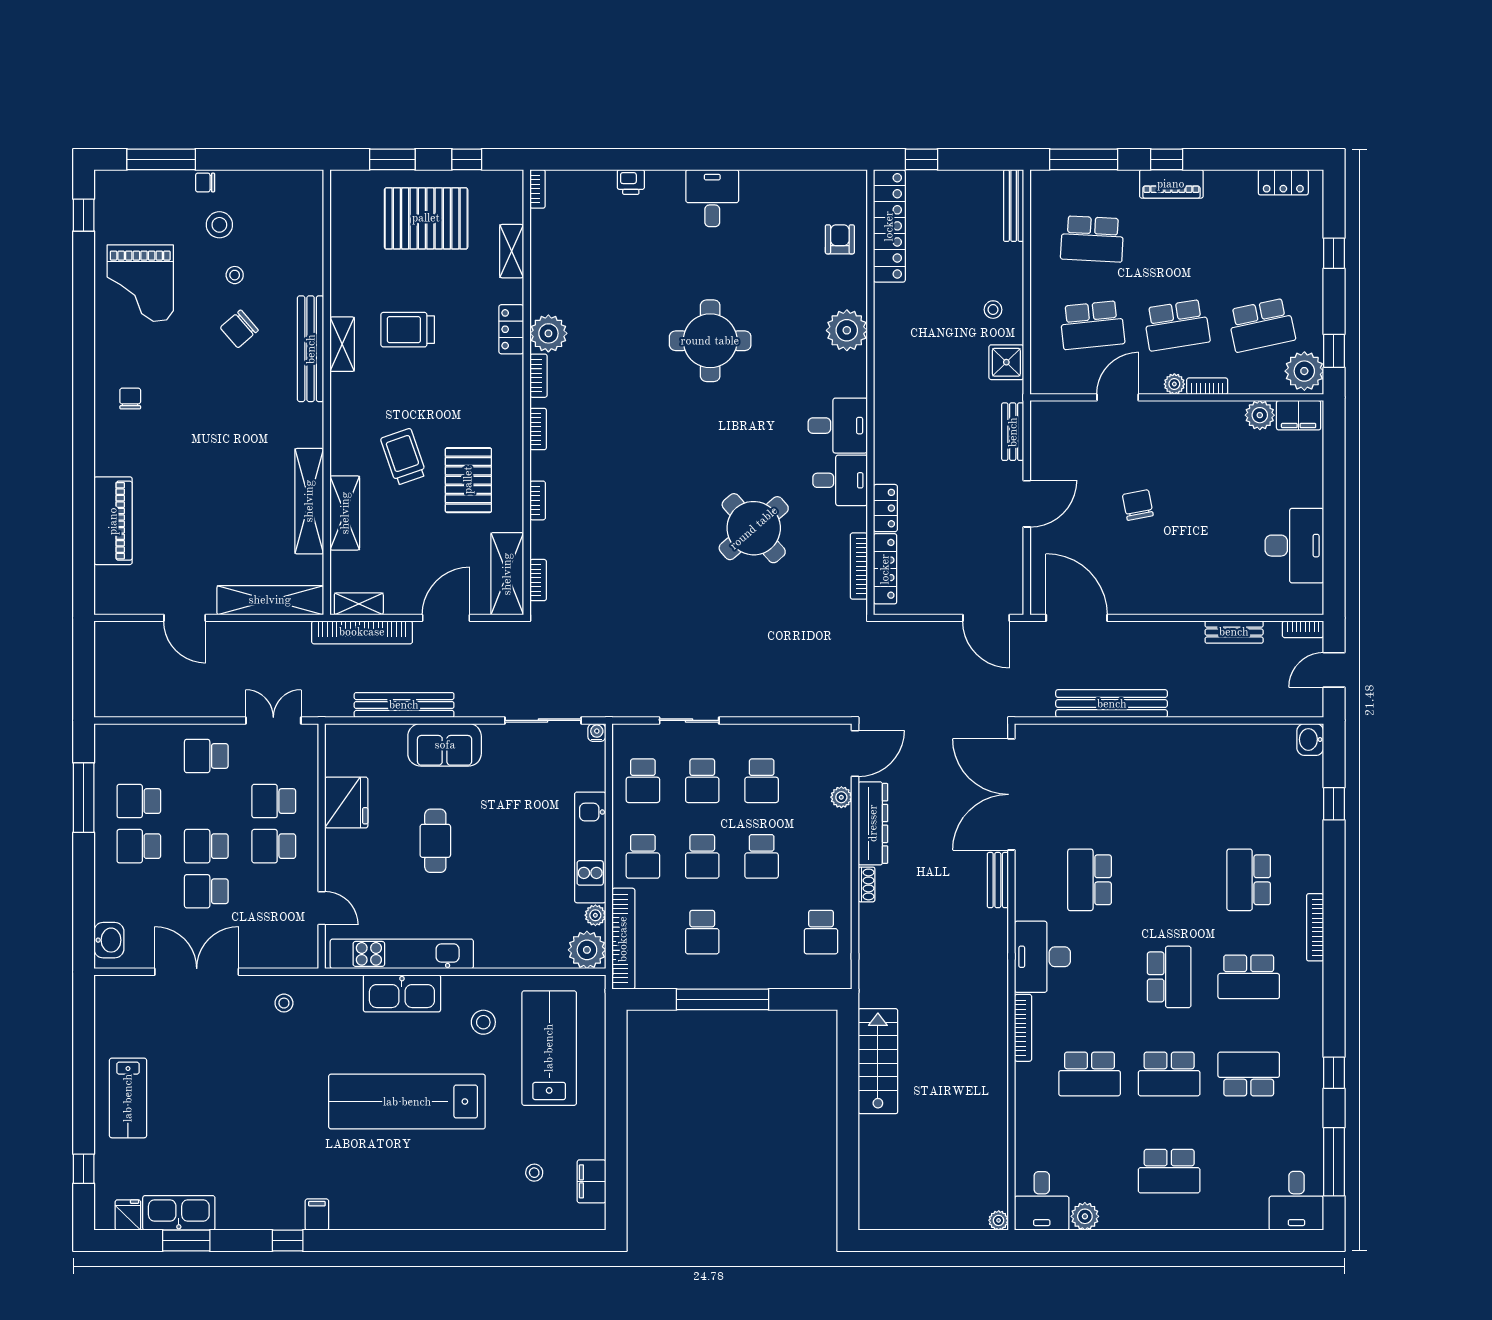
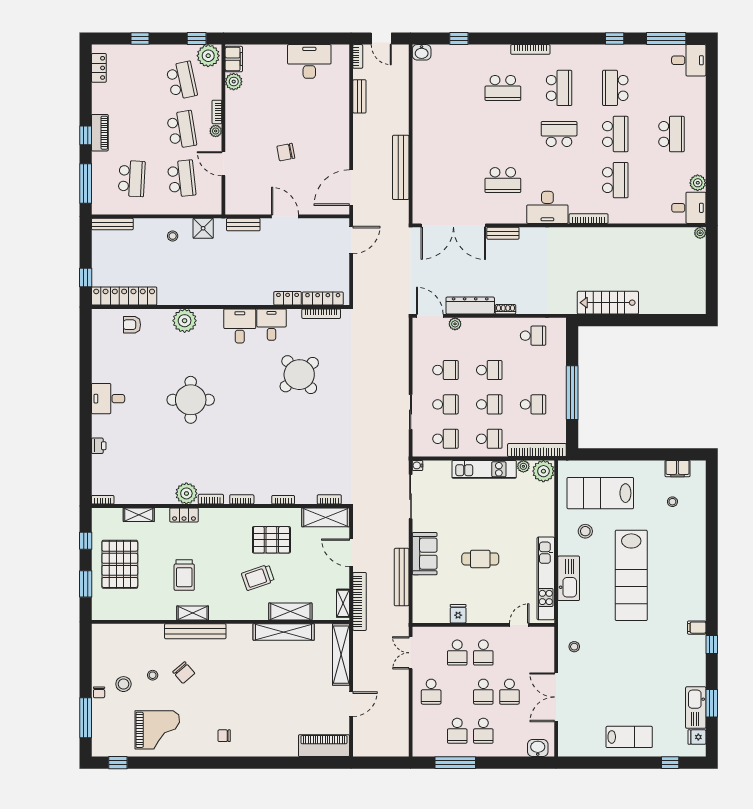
piano: (113, 521) -> (324, 746), moved
fridge: (346, 803) -> (458, 614), width x0.53, depth x0.75

